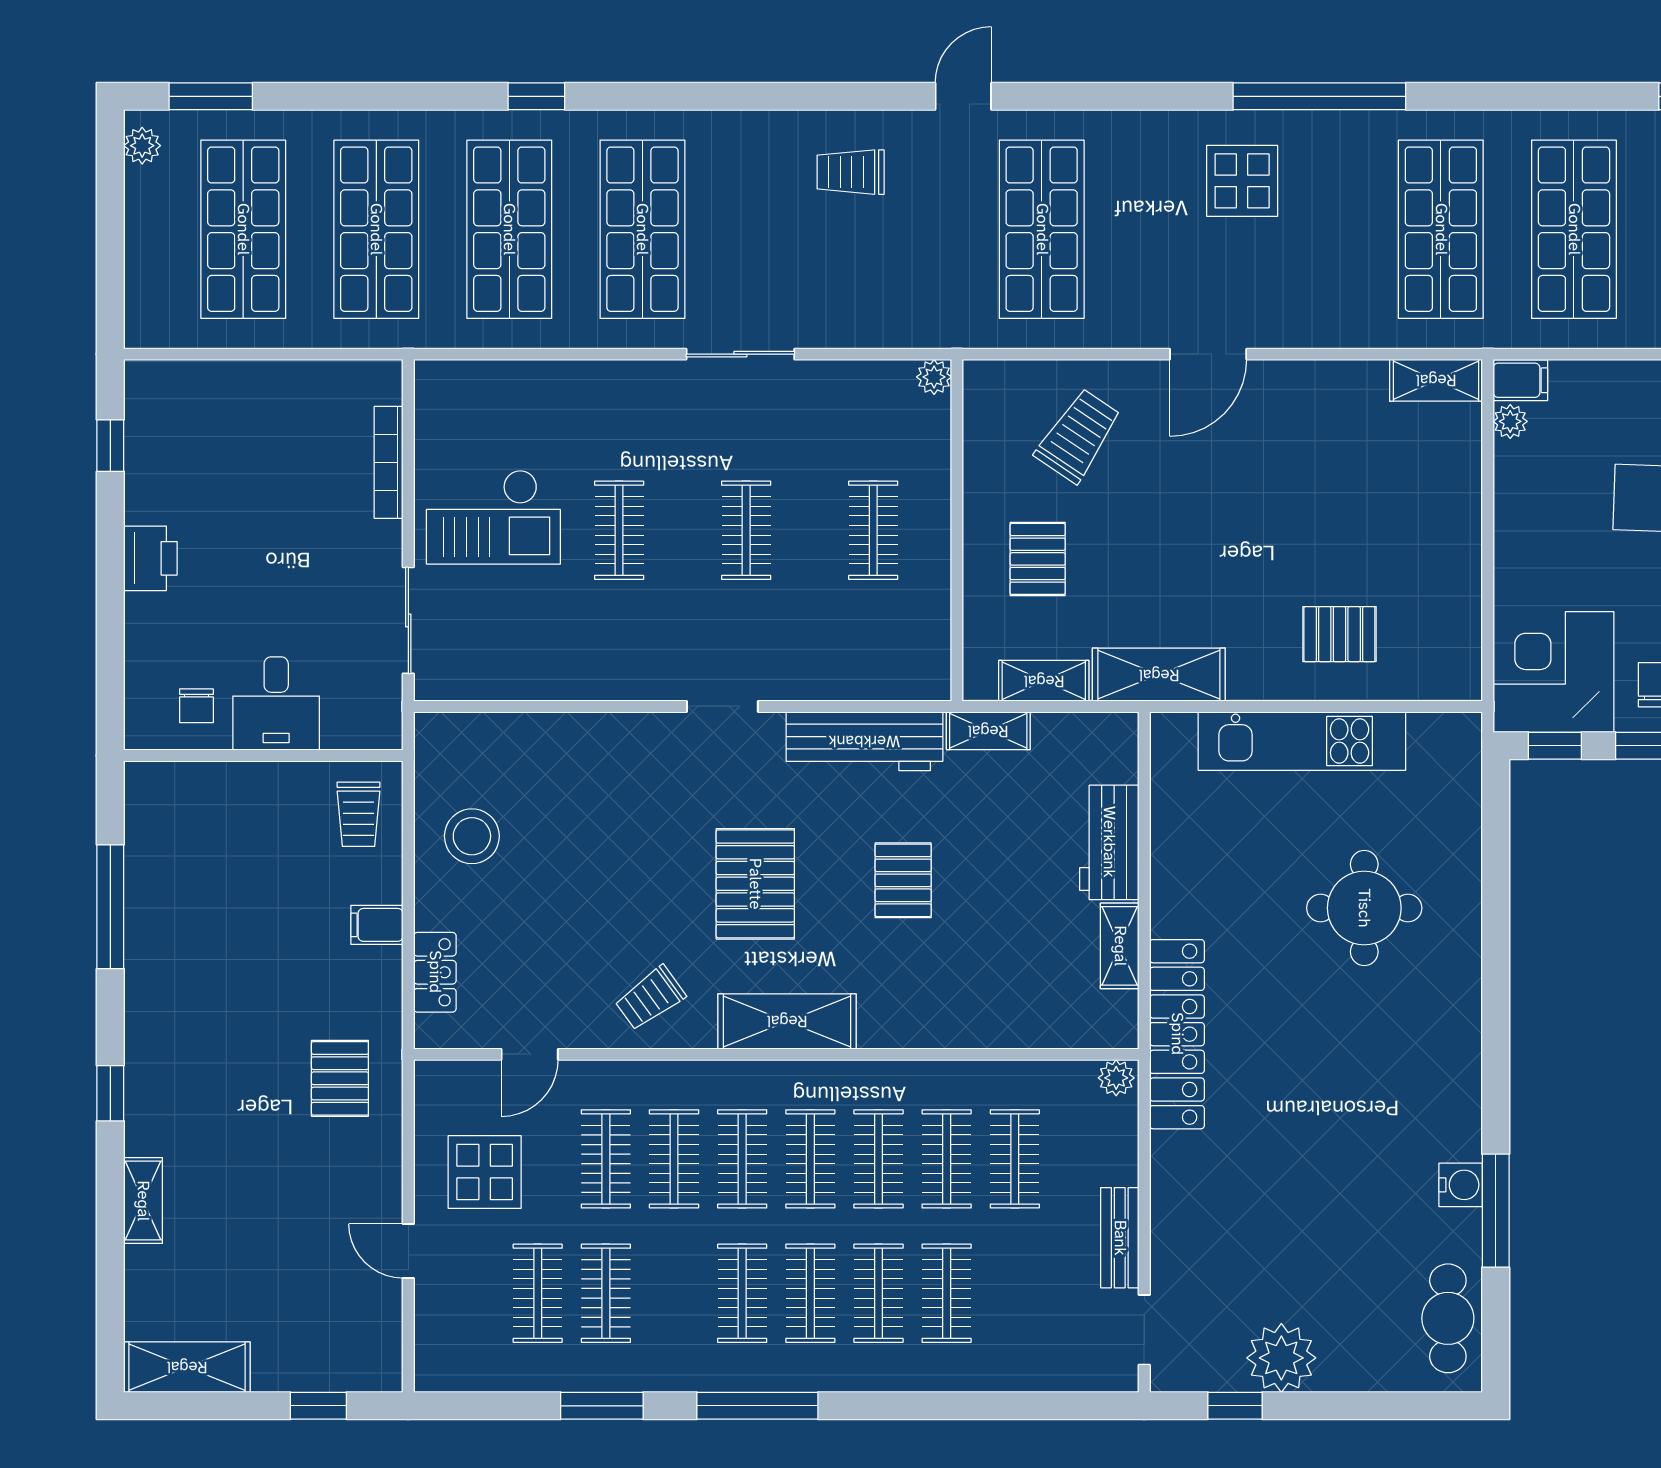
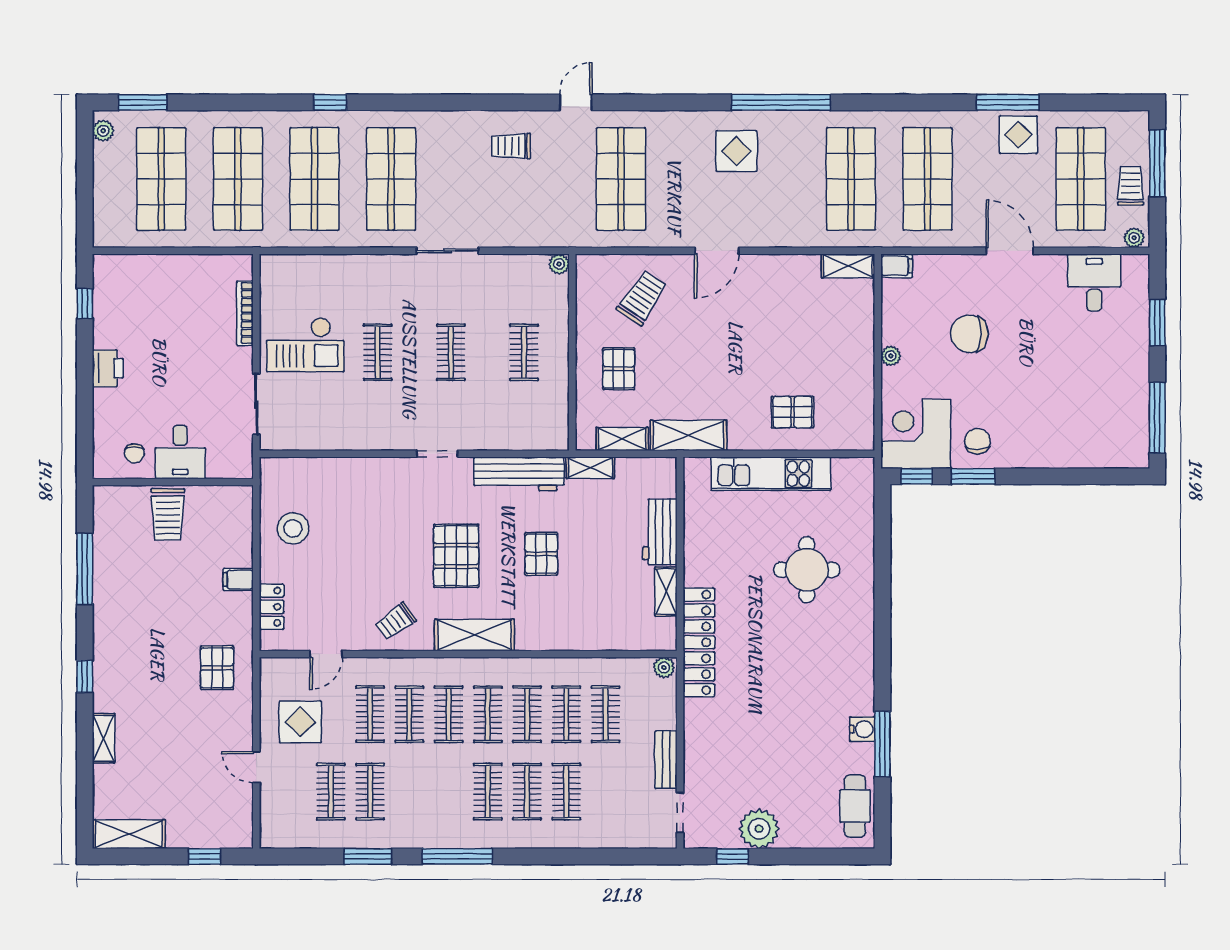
plant: (1510, 421) -> (891, 356), moved
trolley: (359, 814) -> (168, 514), moved, width x1.36, depth x1.39
clothes rail: (742, 1293) -> (449, 792), removed

